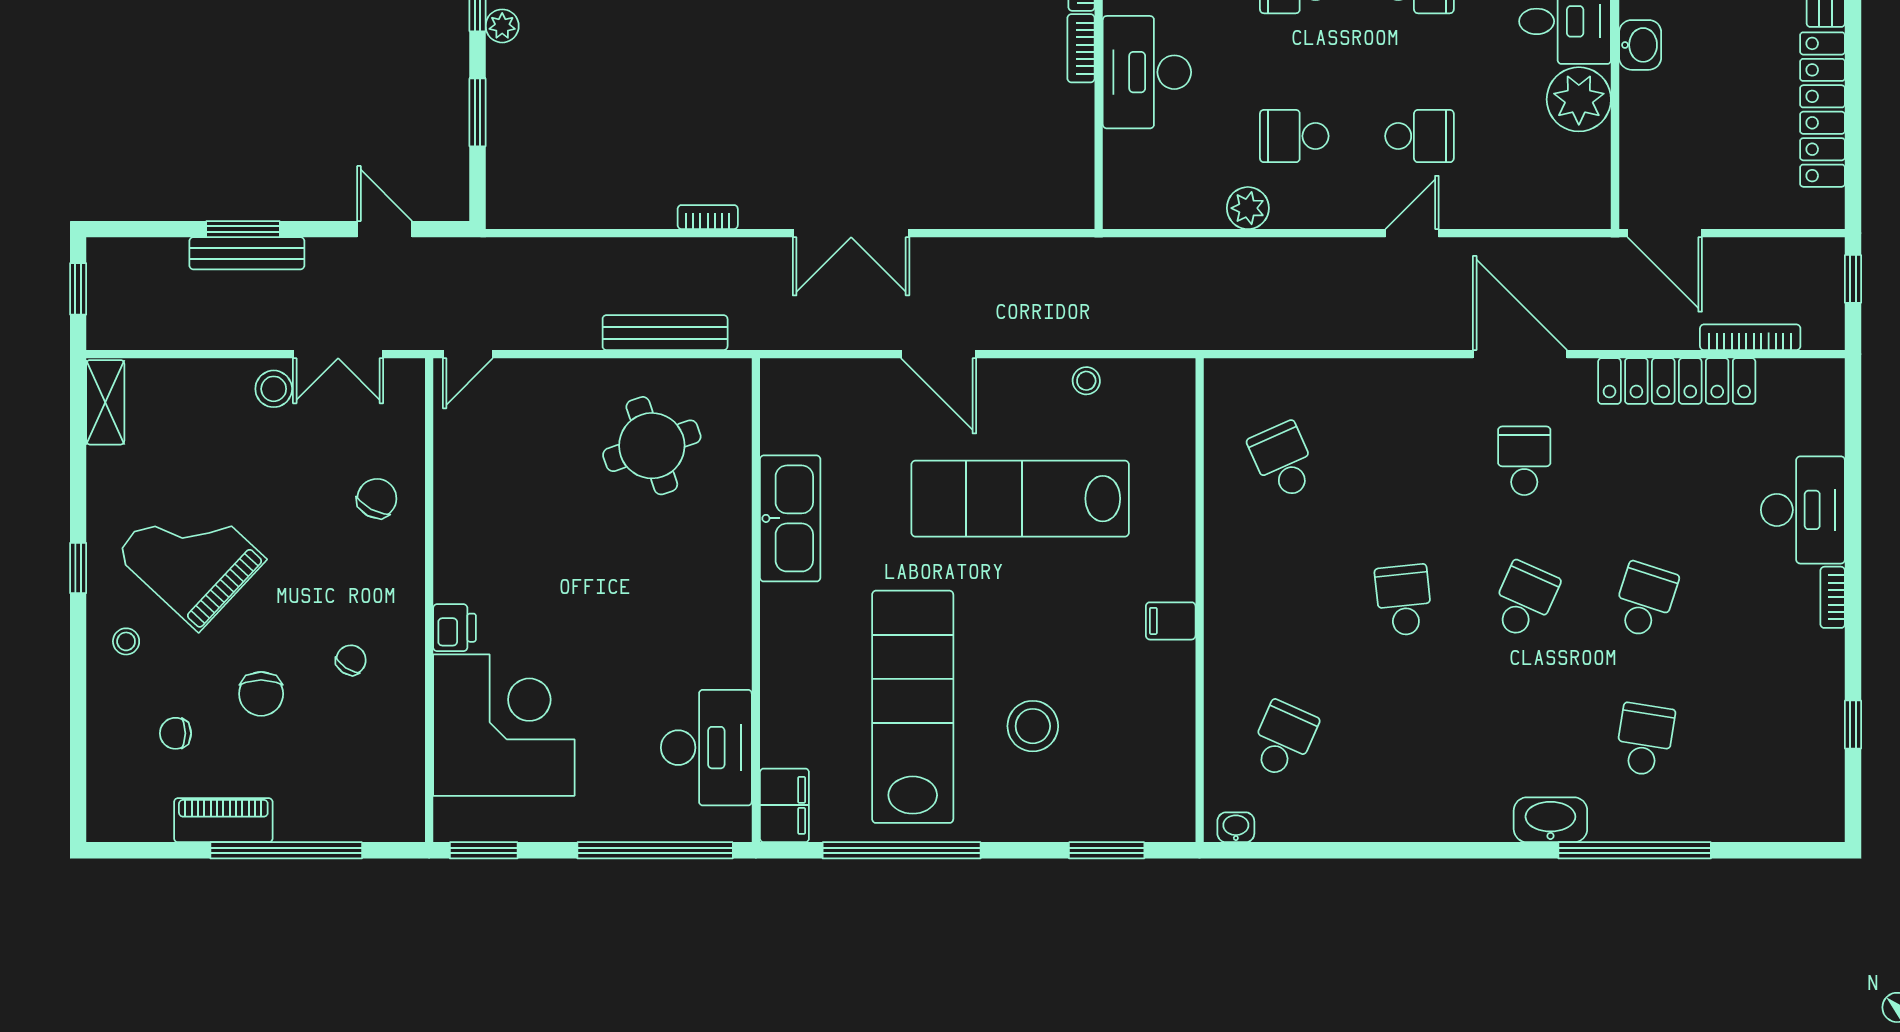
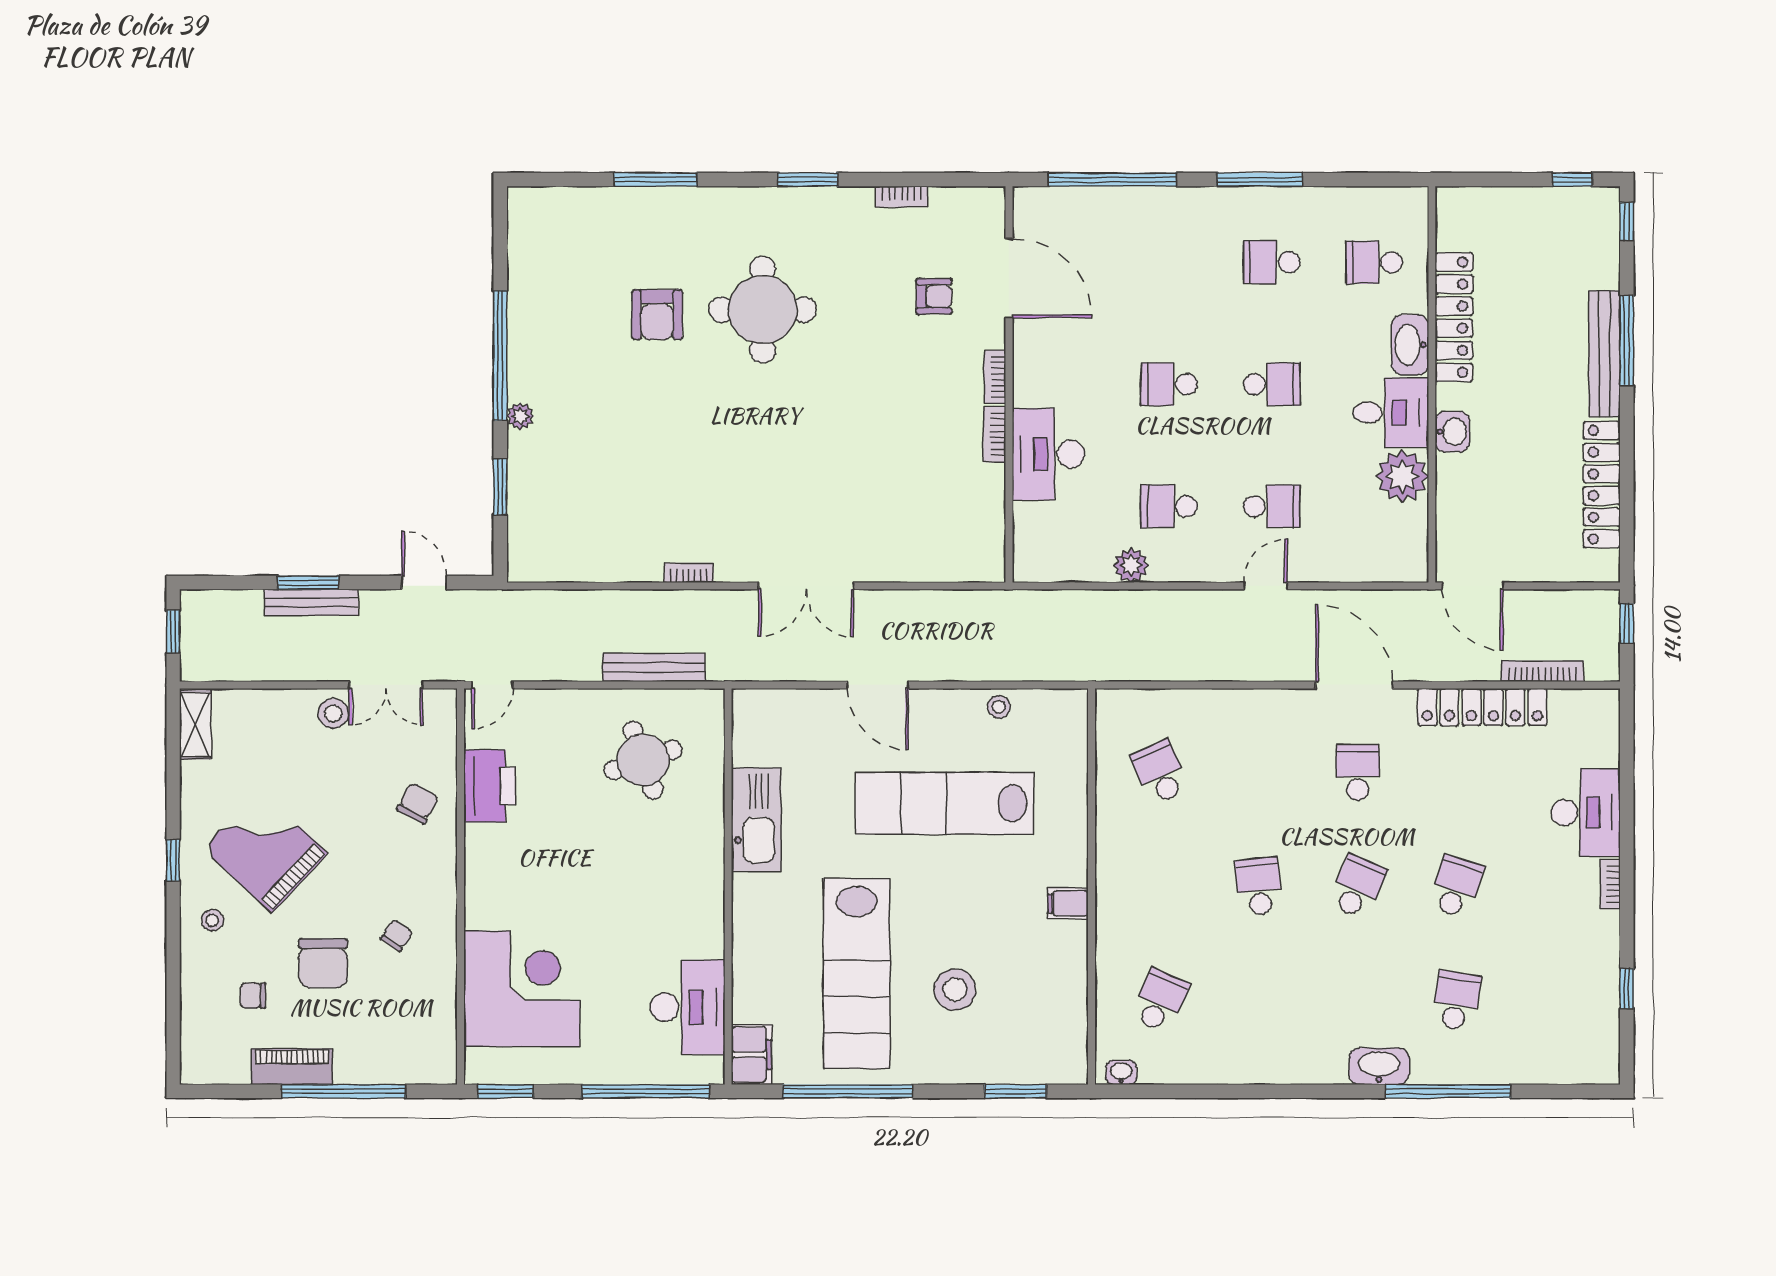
printer: (455, 628) -> (490, 786), moved, width x1.87, depth x1.48
chair: (261, 694) -> (323, 963), width x1.37, depth x1.37
lab bench: (913, 707) -> (857, 974), turned 180

